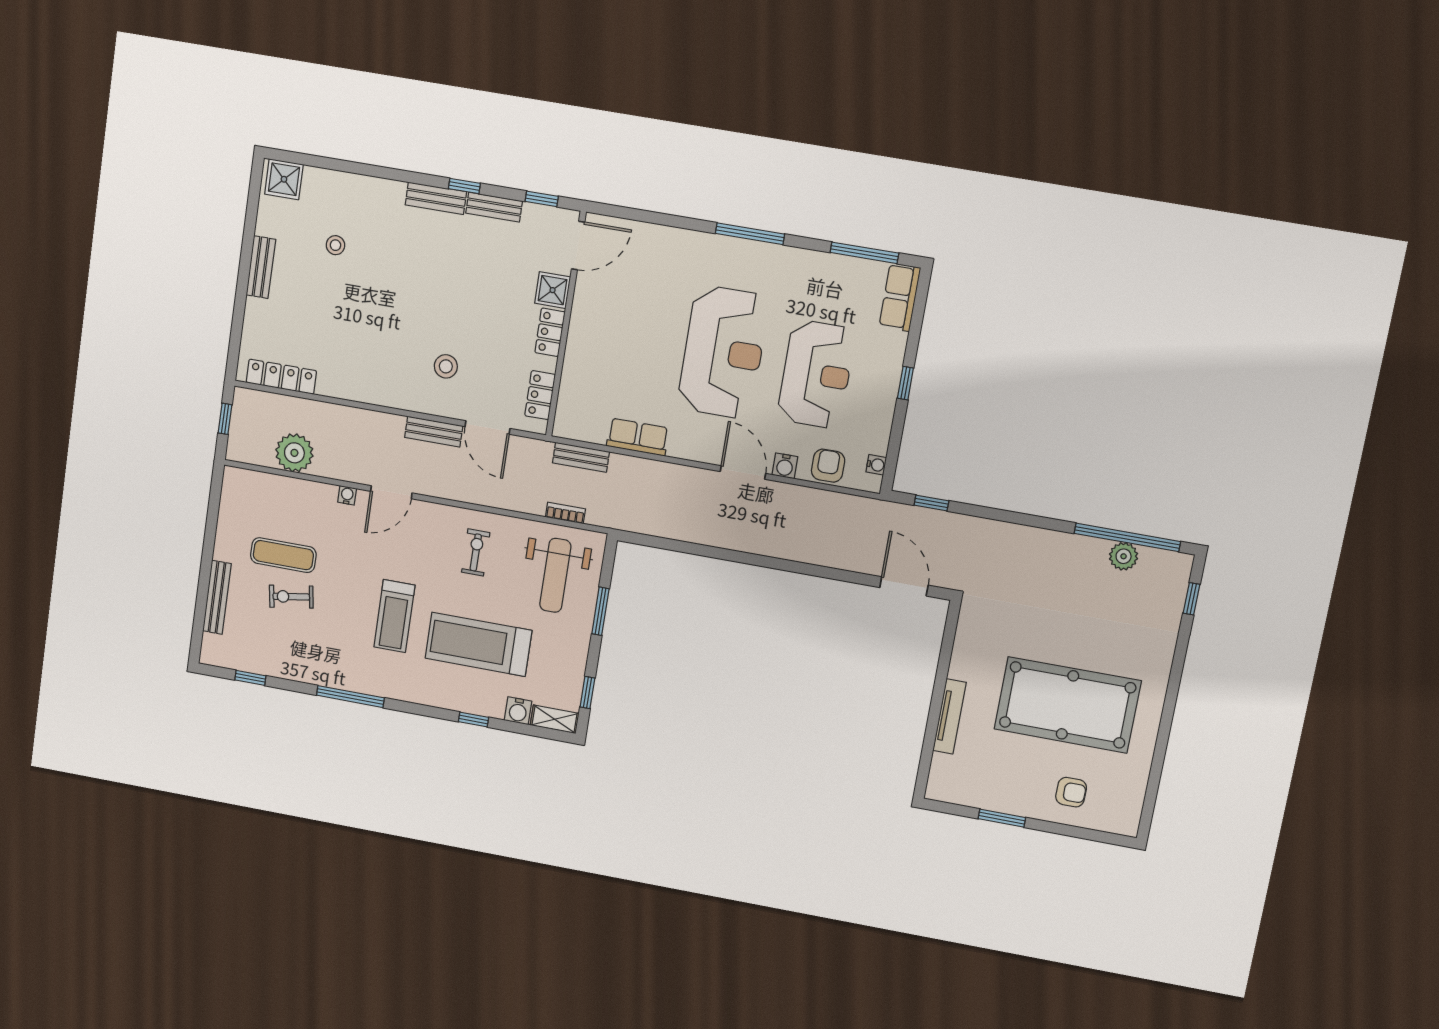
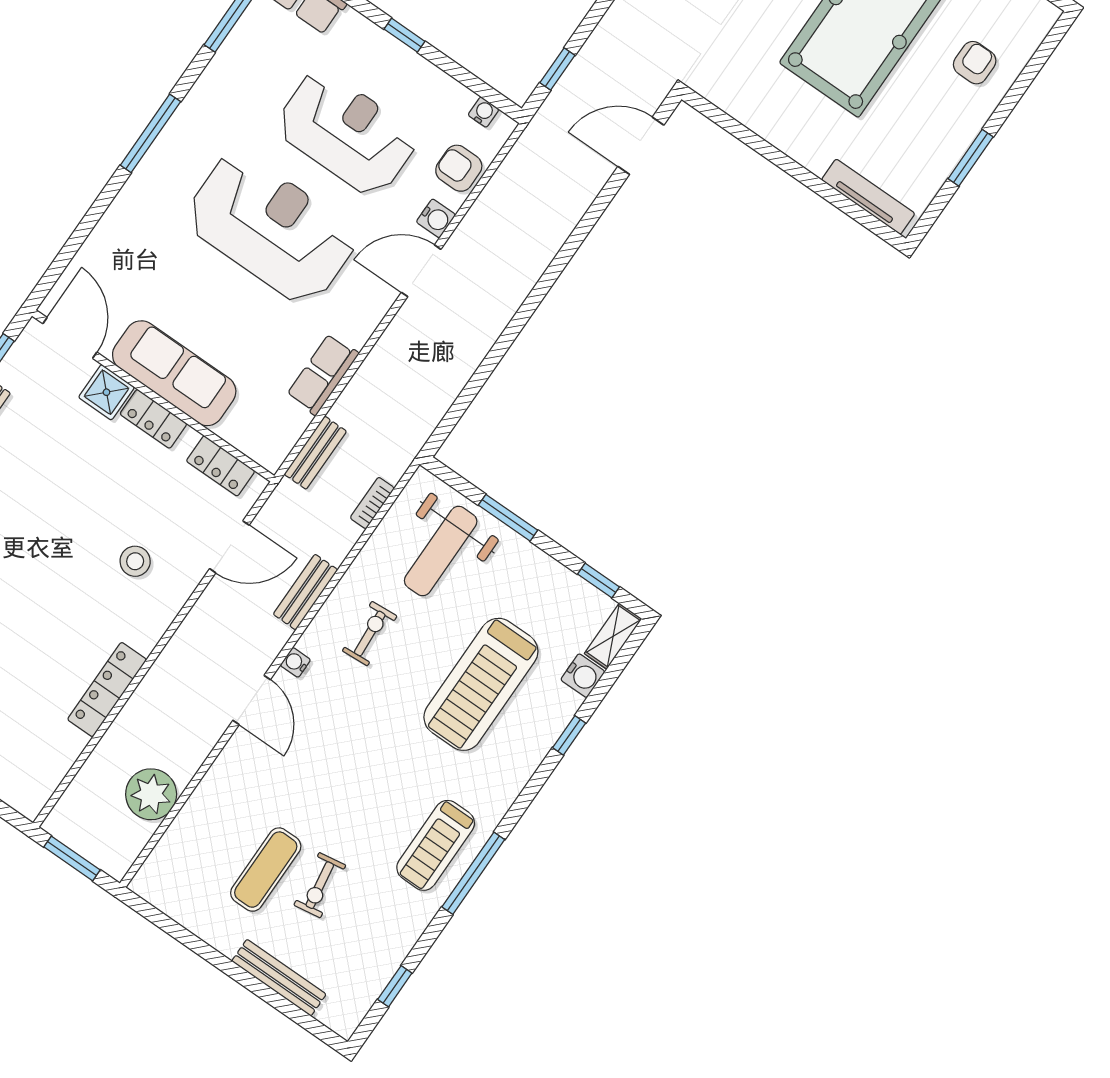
sofa: (589, 332) -> (174, 373), added
locker: (281, 377) -> (107, 690), moved
window: (225, 419) -> (72, 858), width x1.50
bench: (434, 432) -> (305, 592), moved
water cooler: (347, 495) -> (295, 662), moved
exercise bike: (476, 552) -> (370, 633), turned 86
weight bench: (555, 575) -> (441, 551), turned 90
treadmill: (394, 616) -> (436, 845), moved, turned 90
tv unit: (950, 716) -> (868, 197), moved

